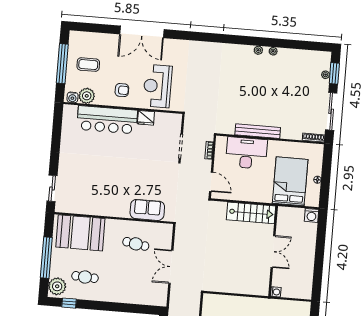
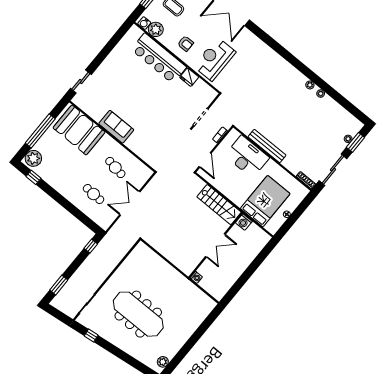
sofa: (147, 210) -> (116, 127), moved
washing machine: (312, 215) -> (244, 222), moved
cafe table: (85, 277) -> (94, 194), moved

